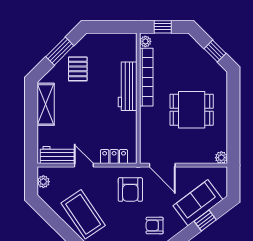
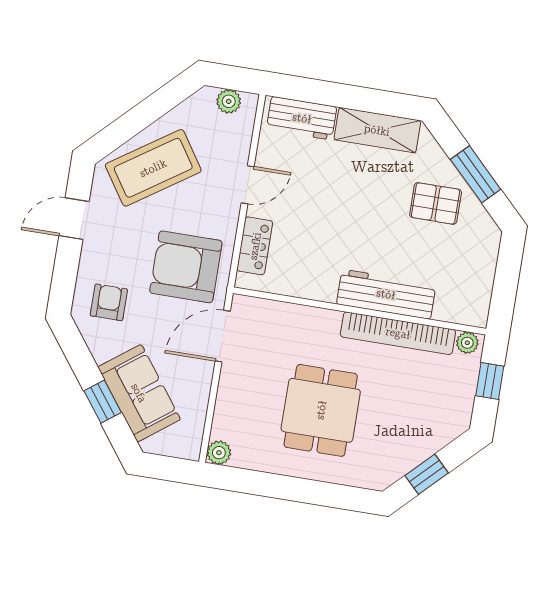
workbench: (57, 155) -> (302, 118), moved, turned 90
armchair: (130, 190) -> (186, 267), width x1.36, depth x1.36

